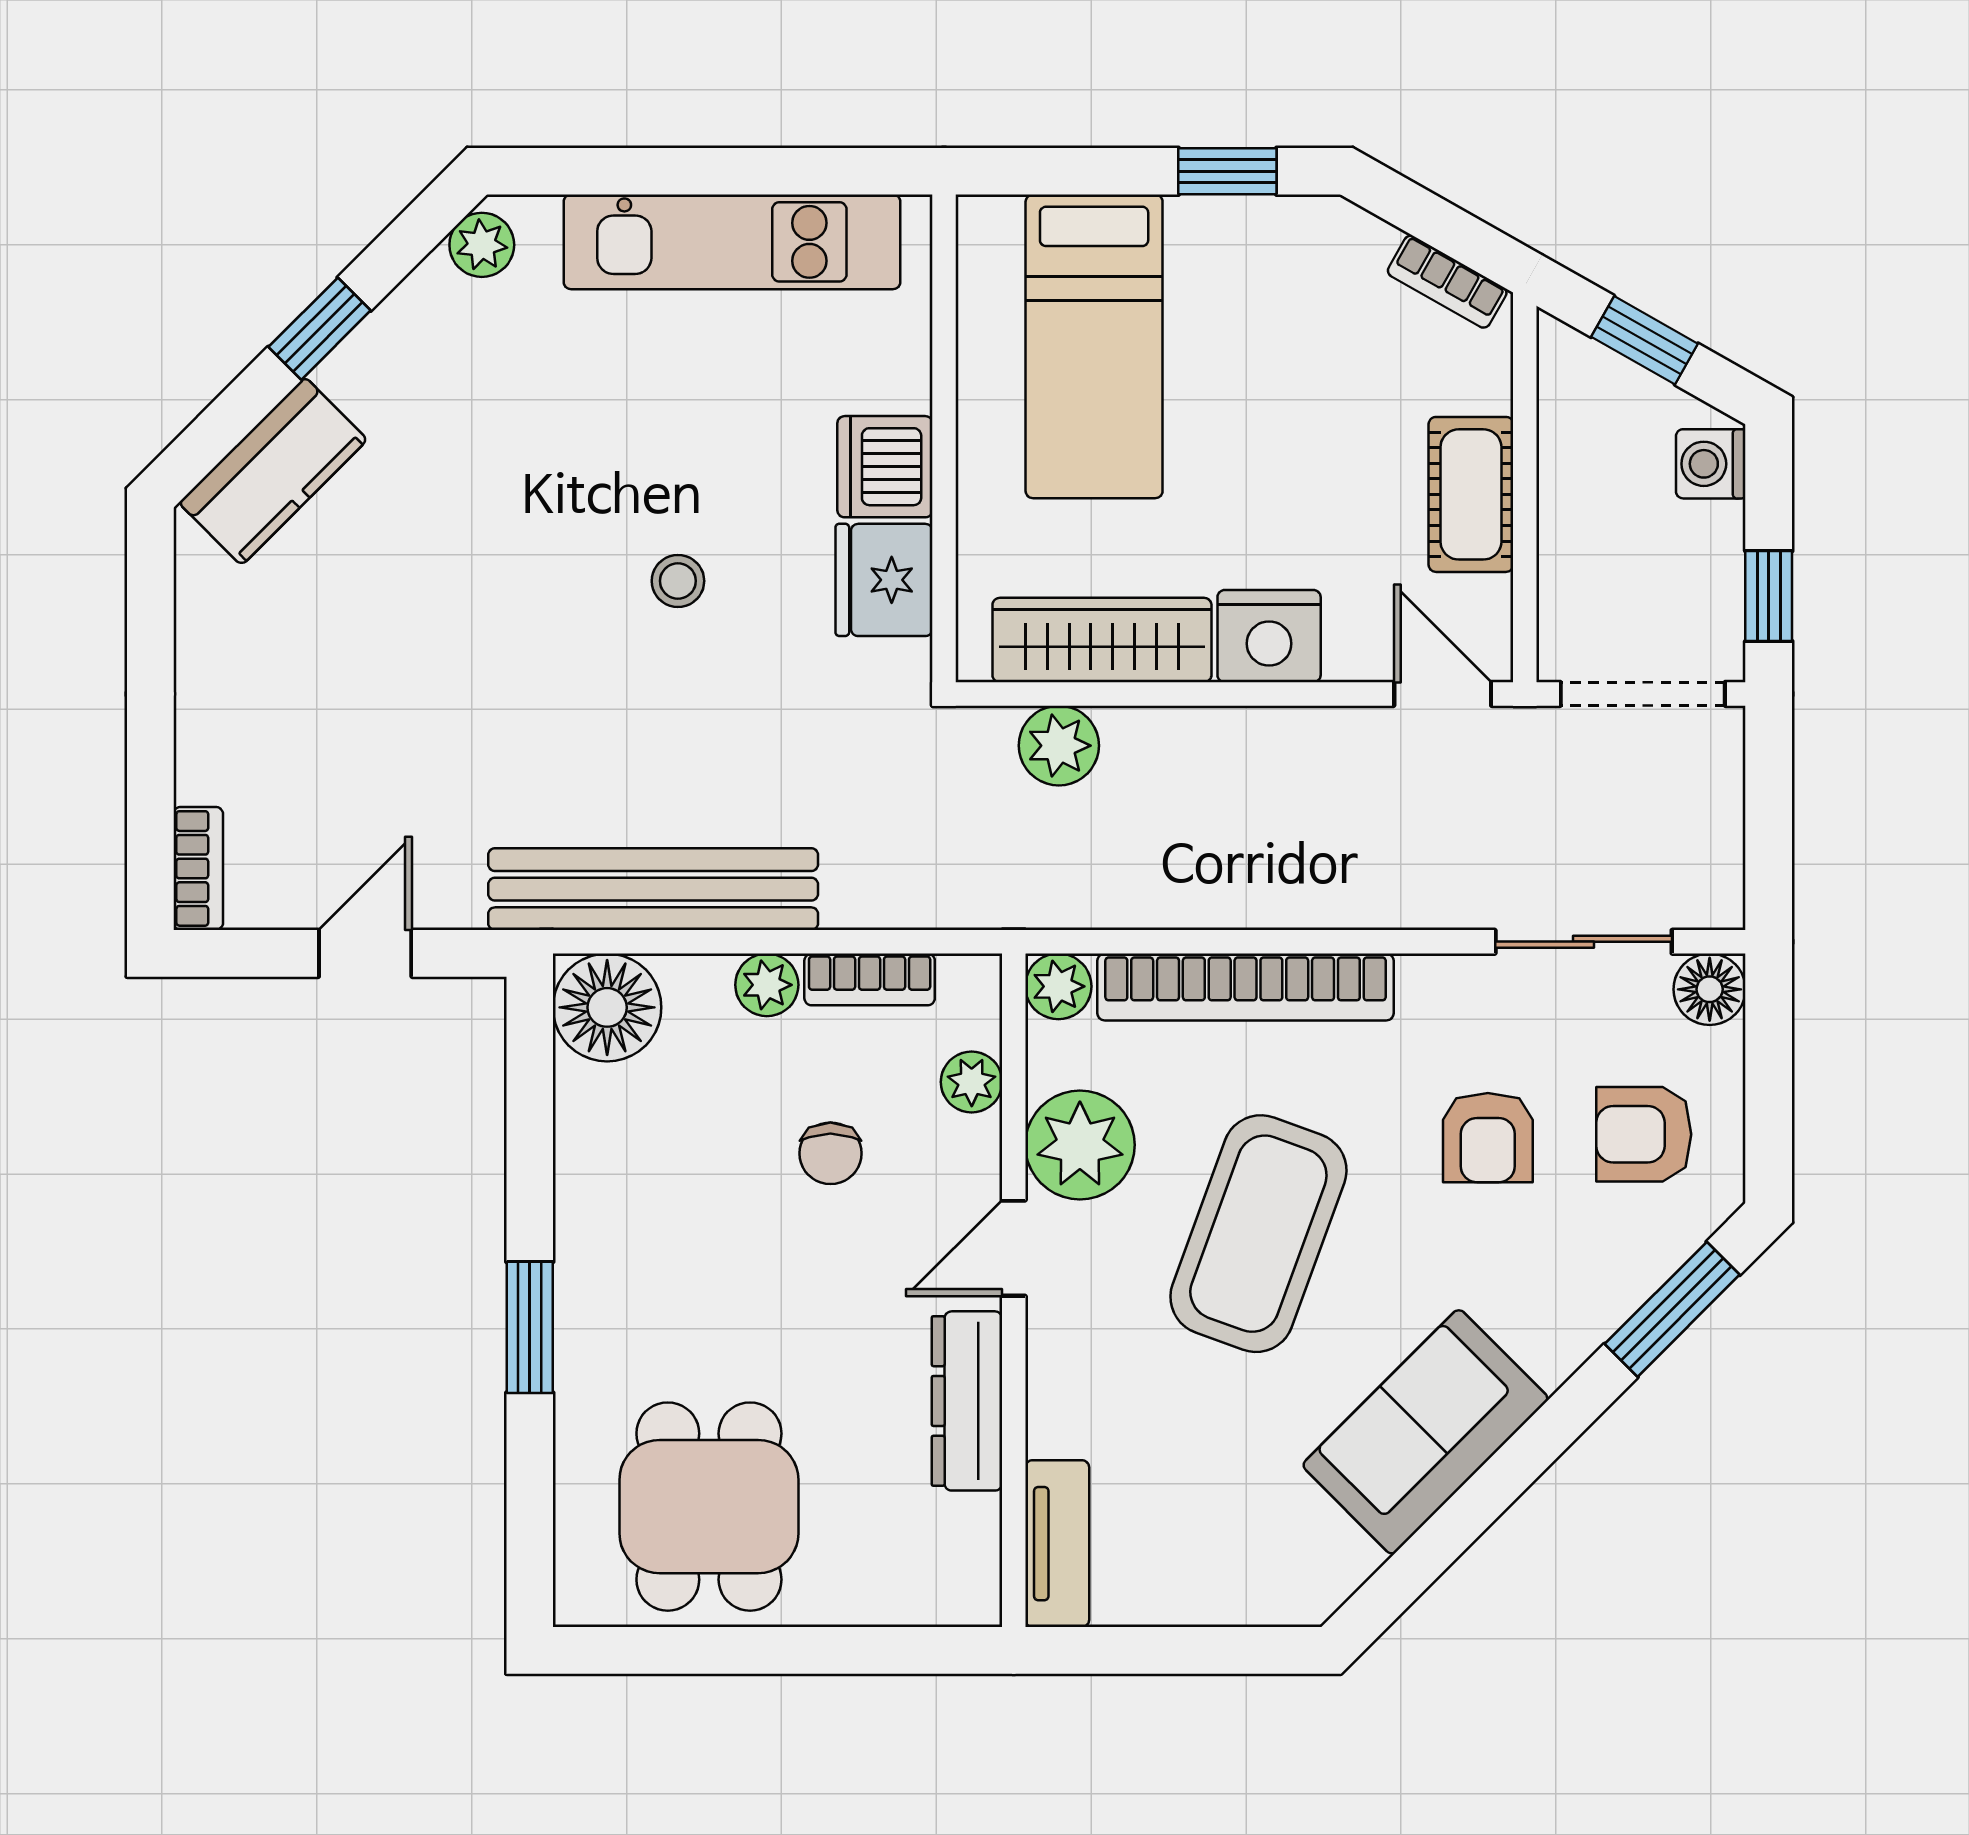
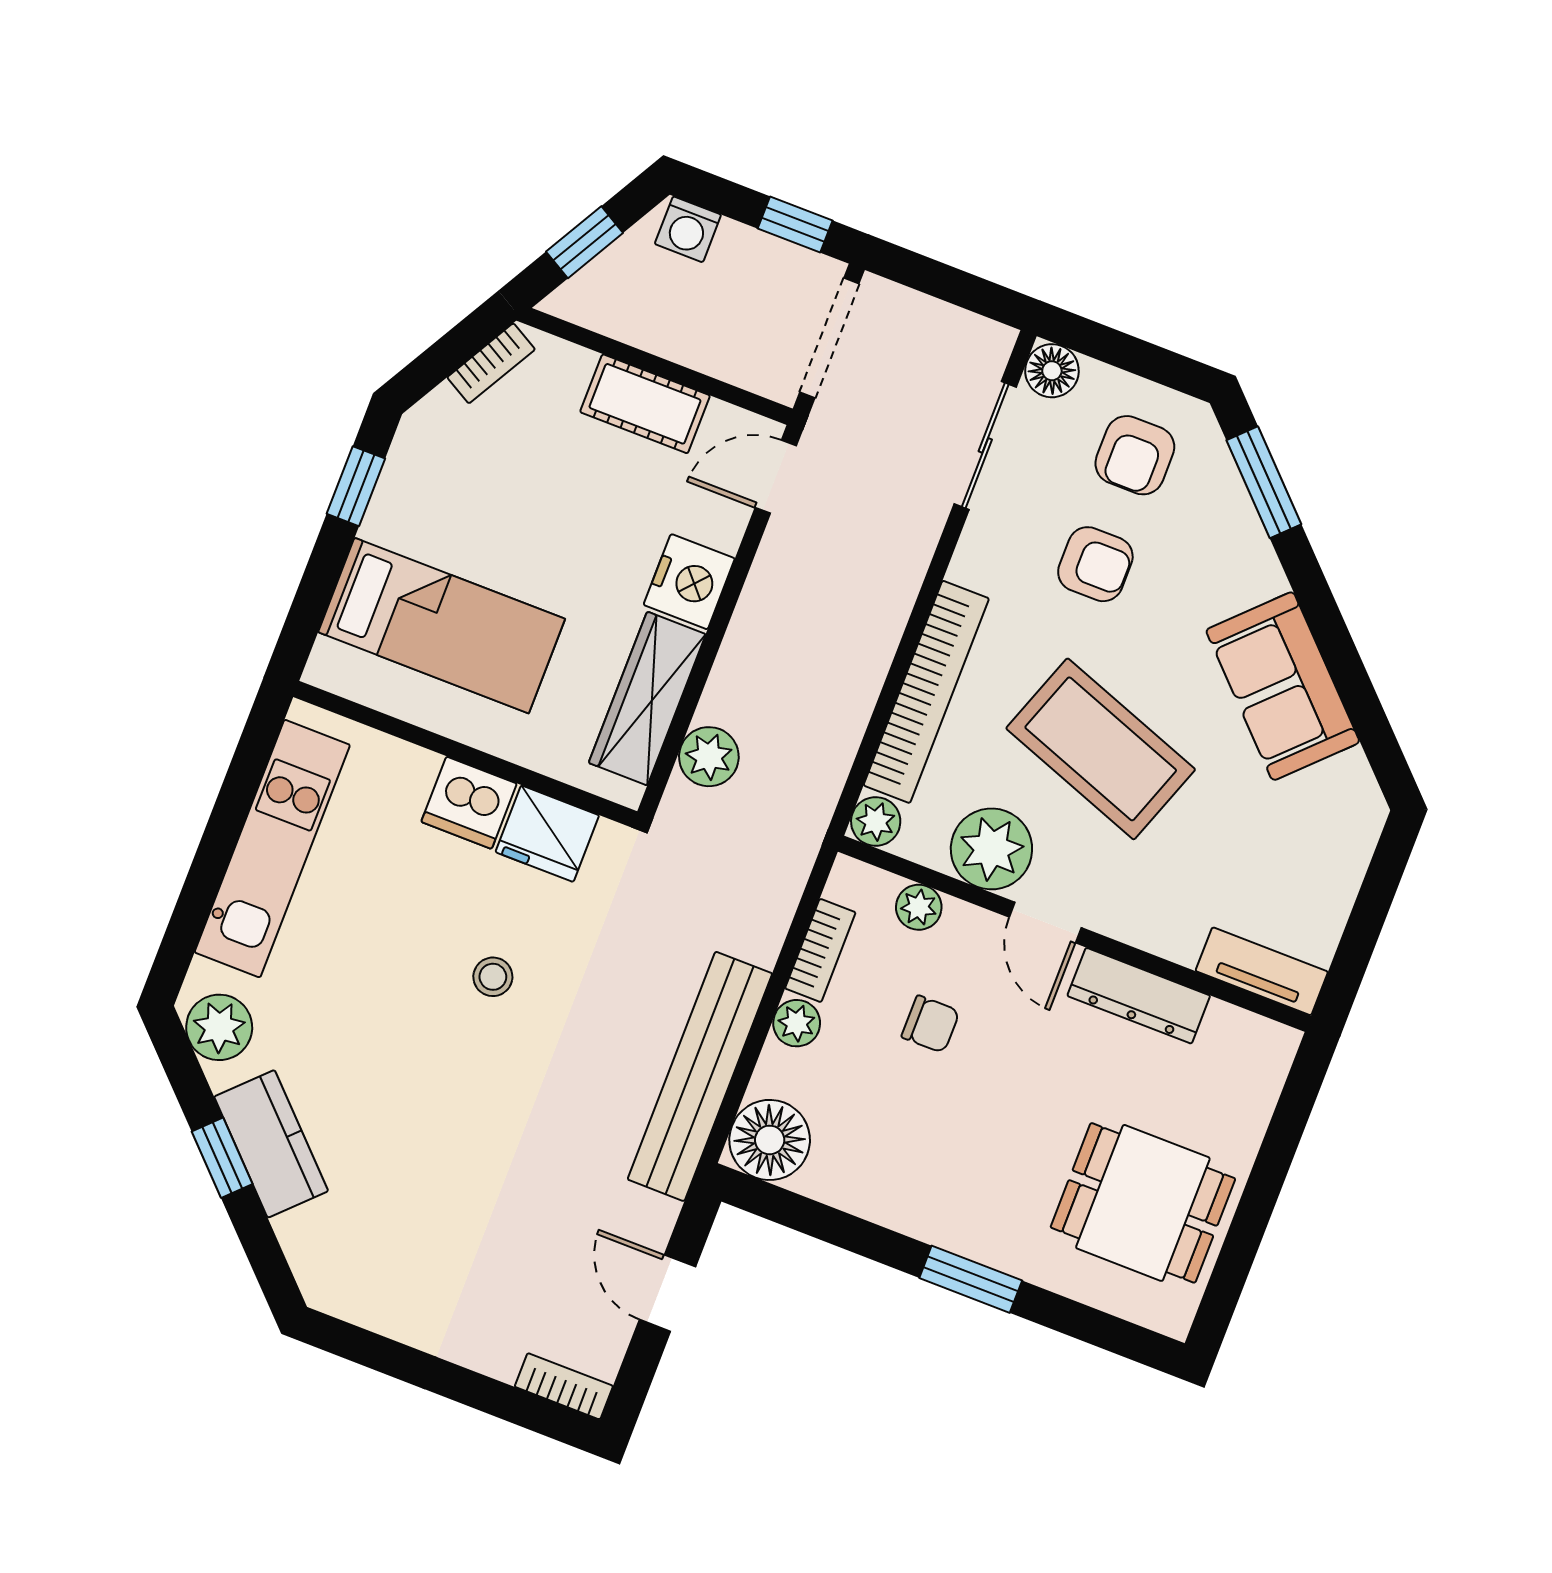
plant: (482, 245) -> (219, 1027), width x1.38, depth x1.38
kitchen counter: (273, 471) -> (271, 1144), moved

